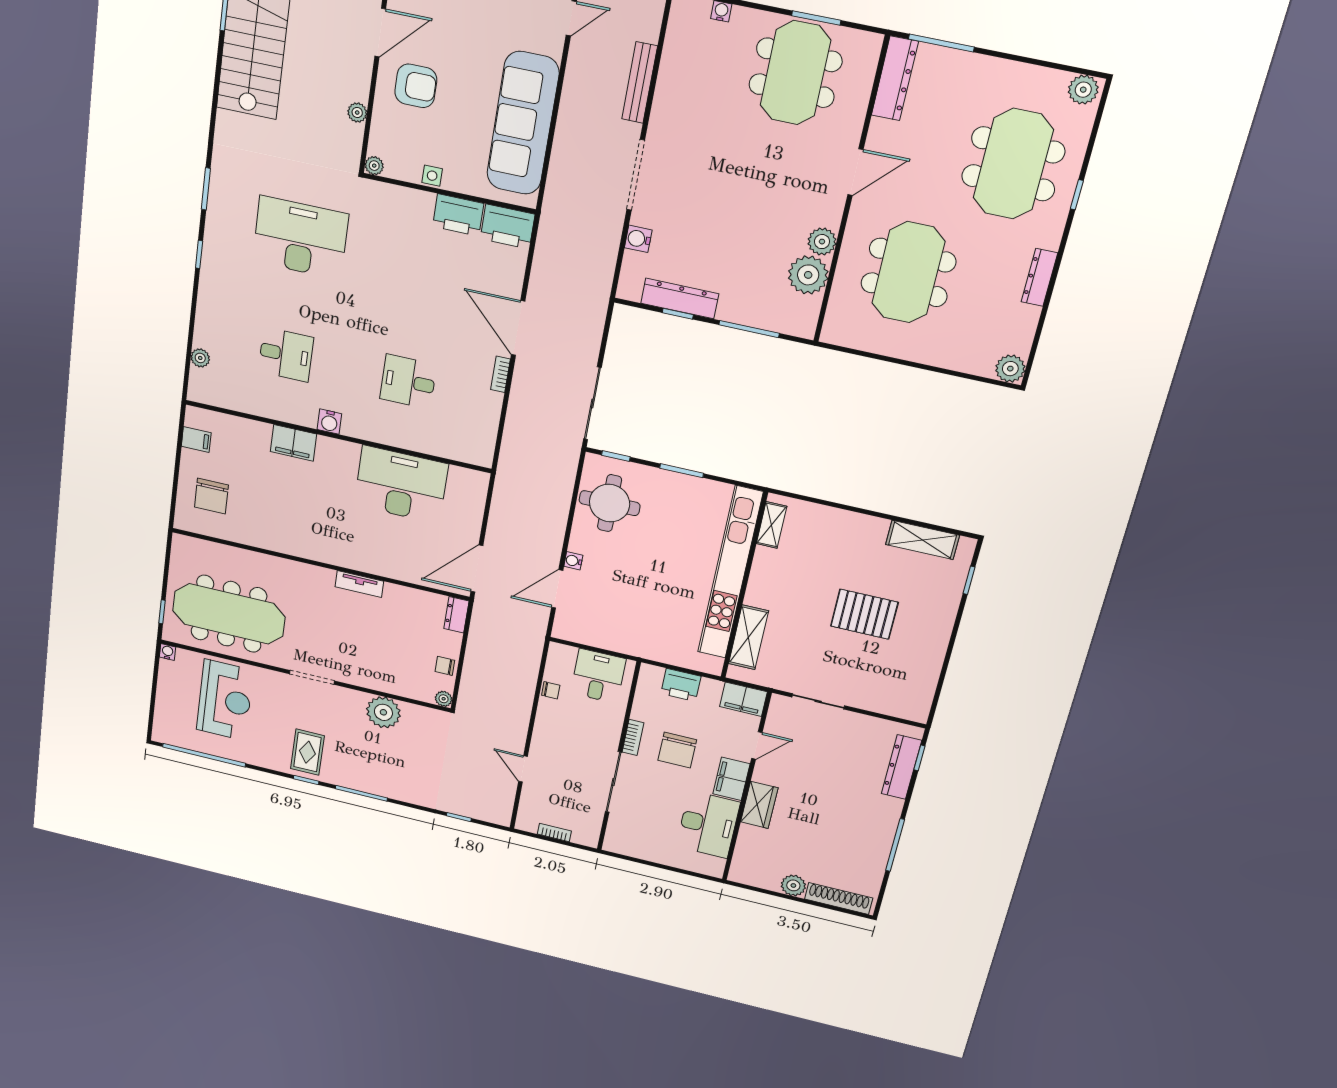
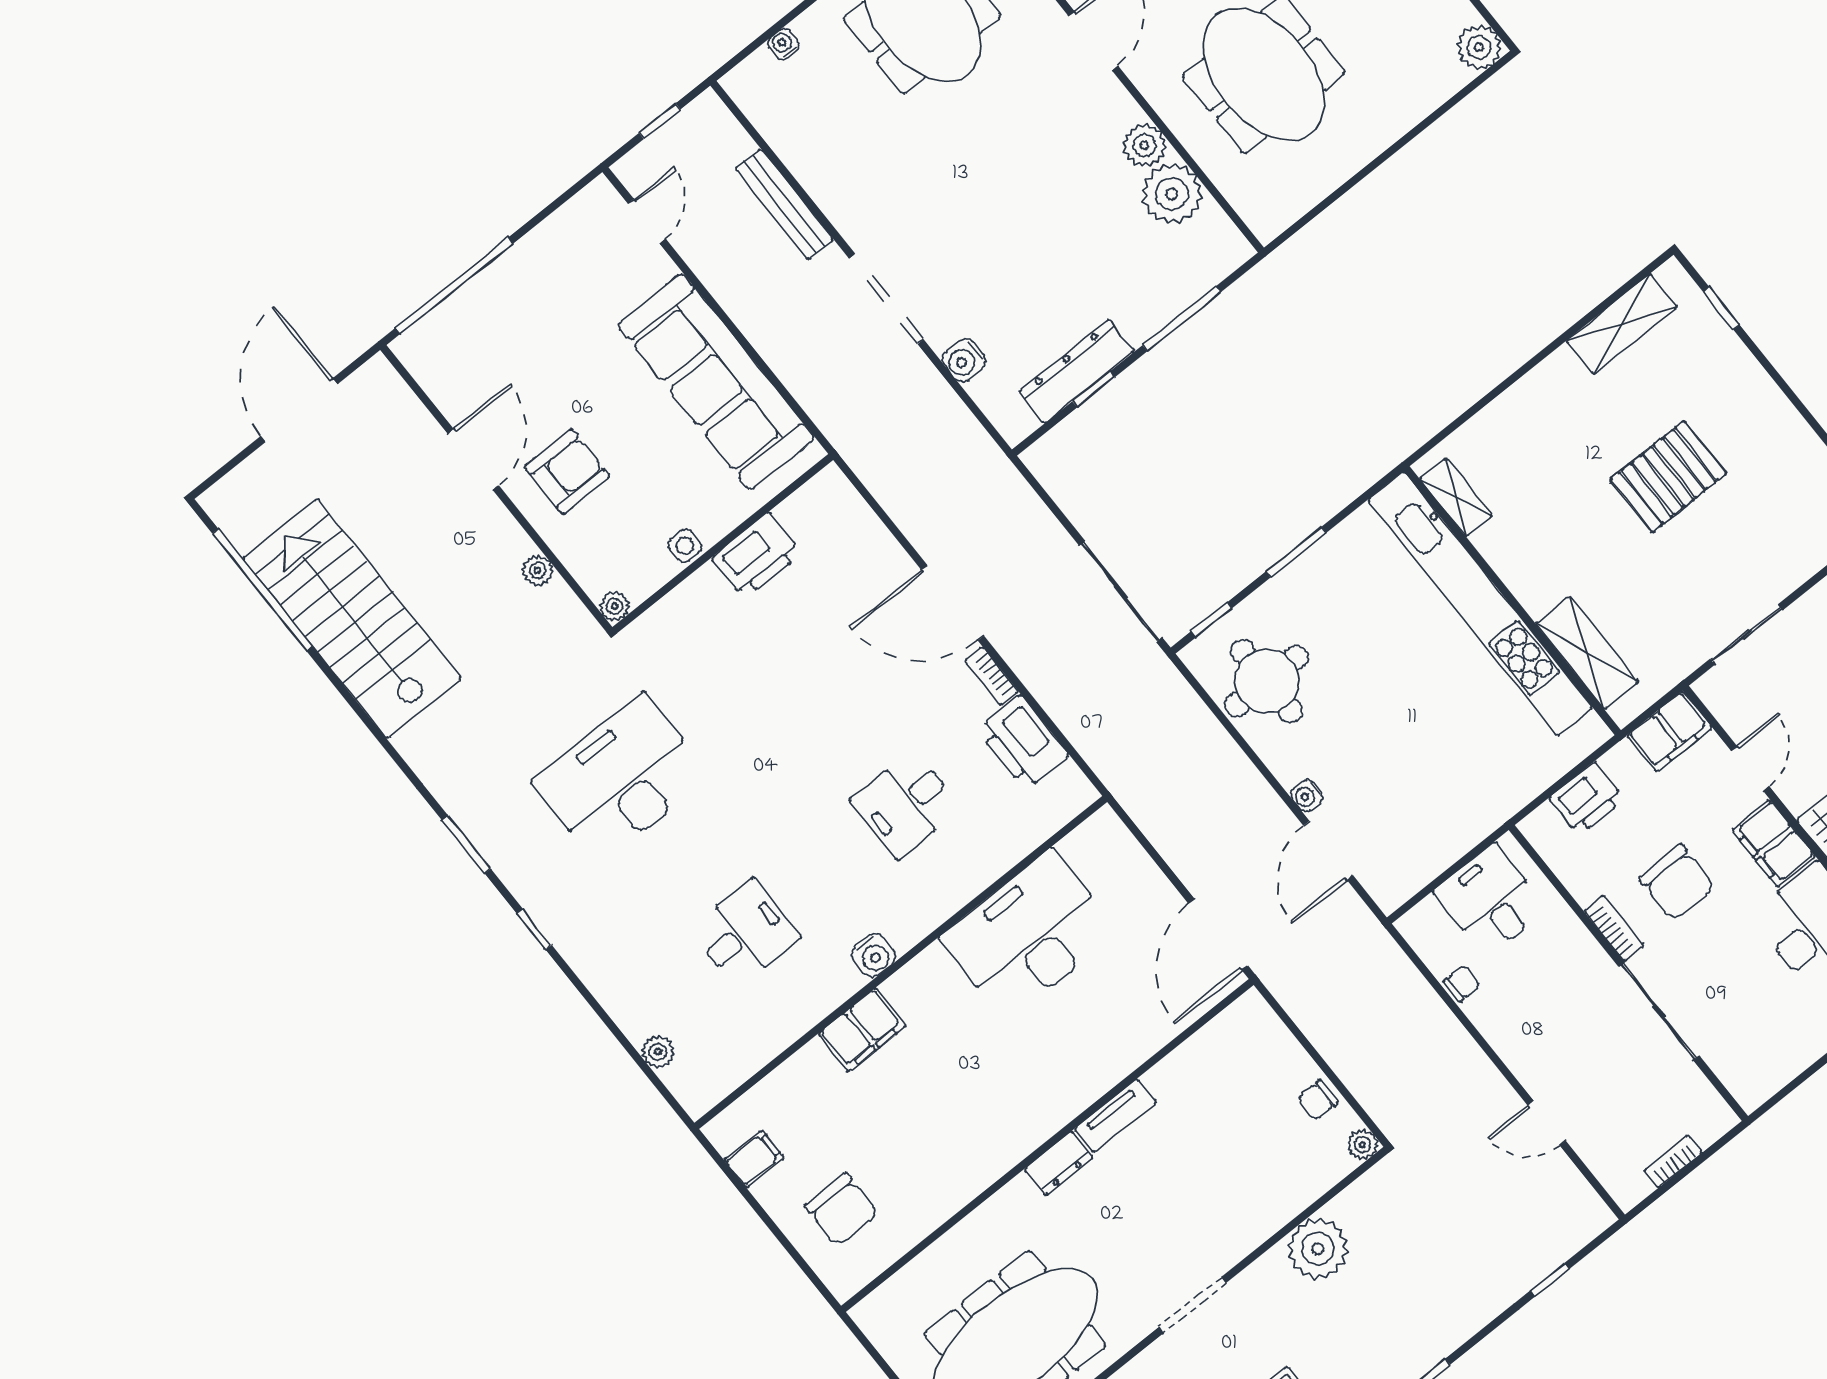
printer: (508, 227) -> (1023, 743), moved, turned 90
dresser: (456, 615) -> (1059, 1163), moved, turned -90

